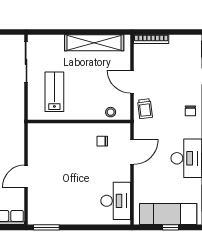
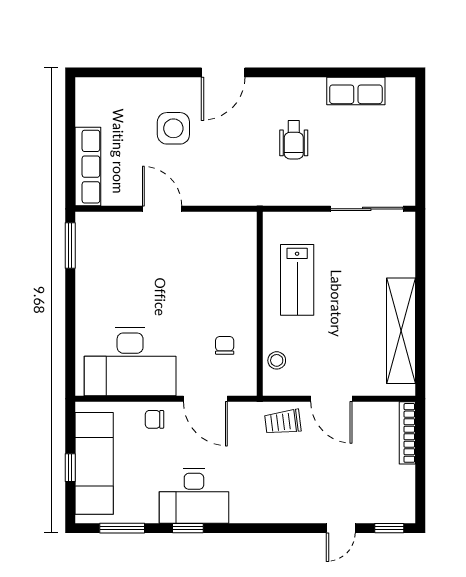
door: (132, 82) -> (331, 399), swing flipped
lab bench: (54, 92) -> (297, 280), moved, turned 90
chair: (190, 111) -> (154, 419), moved
desk: (116, 201) -> (130, 362), width x1.36, depth x1.30

